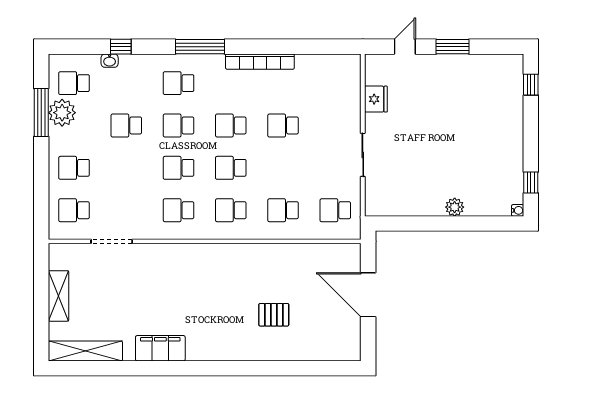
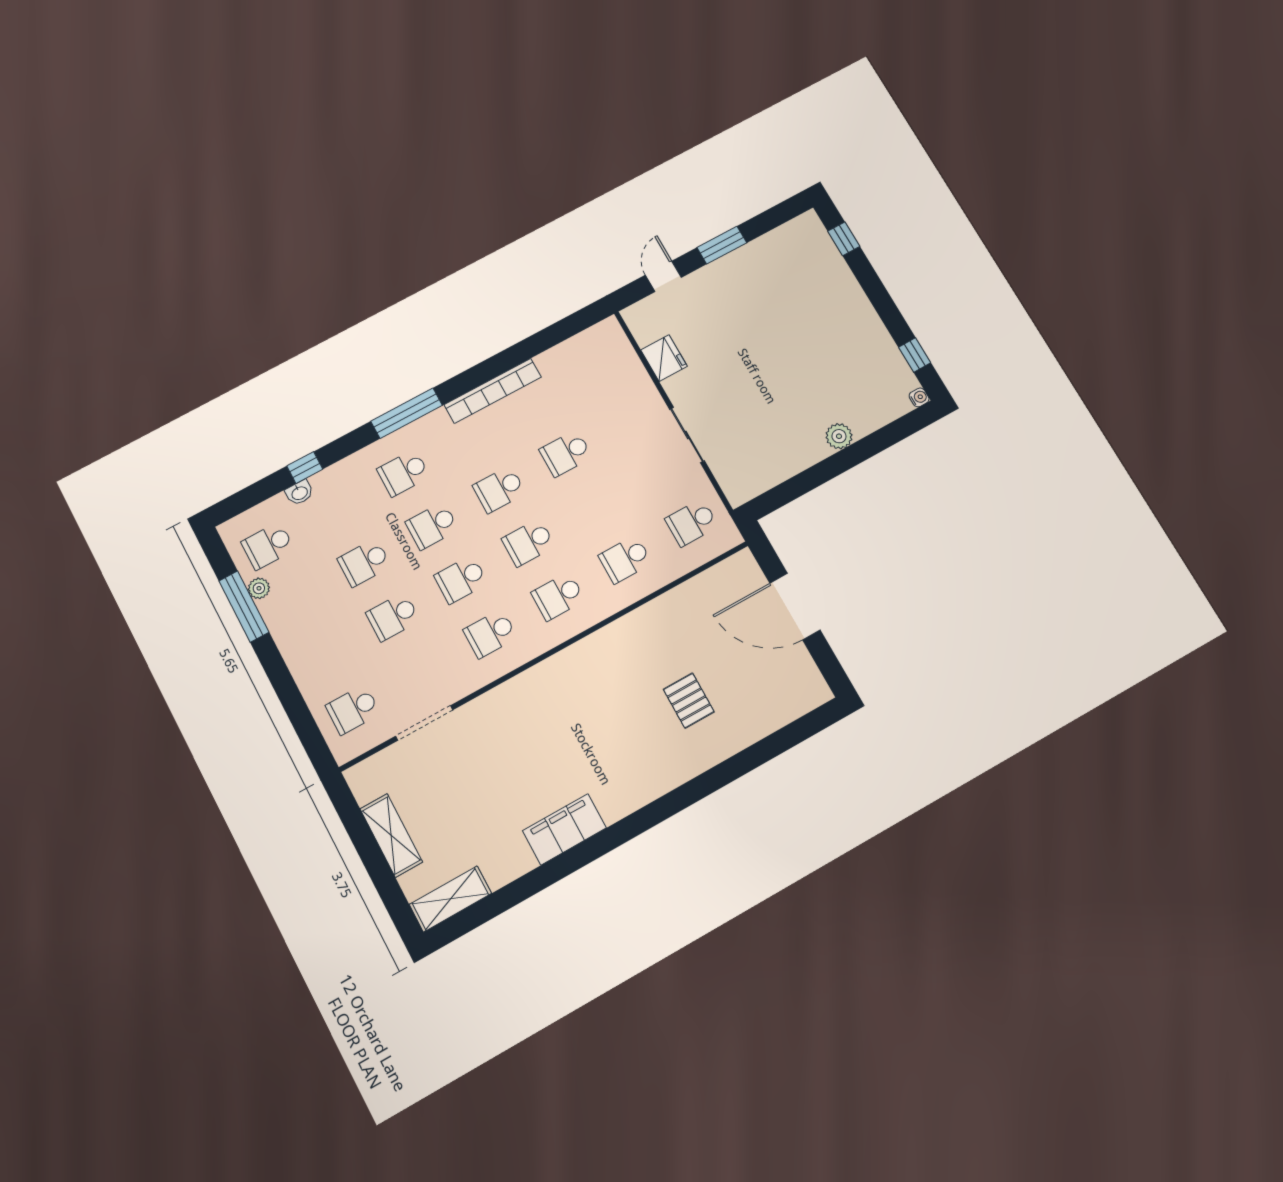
plant: (62, 113) -> (259, 588), width x0.53, depth x0.53
school desk: (74, 168) -> (393, 617), moved
pallet: (274, 315) -> (689, 701), turned 90
shelving: (85, 351) -> (450, 899), width x0.68

